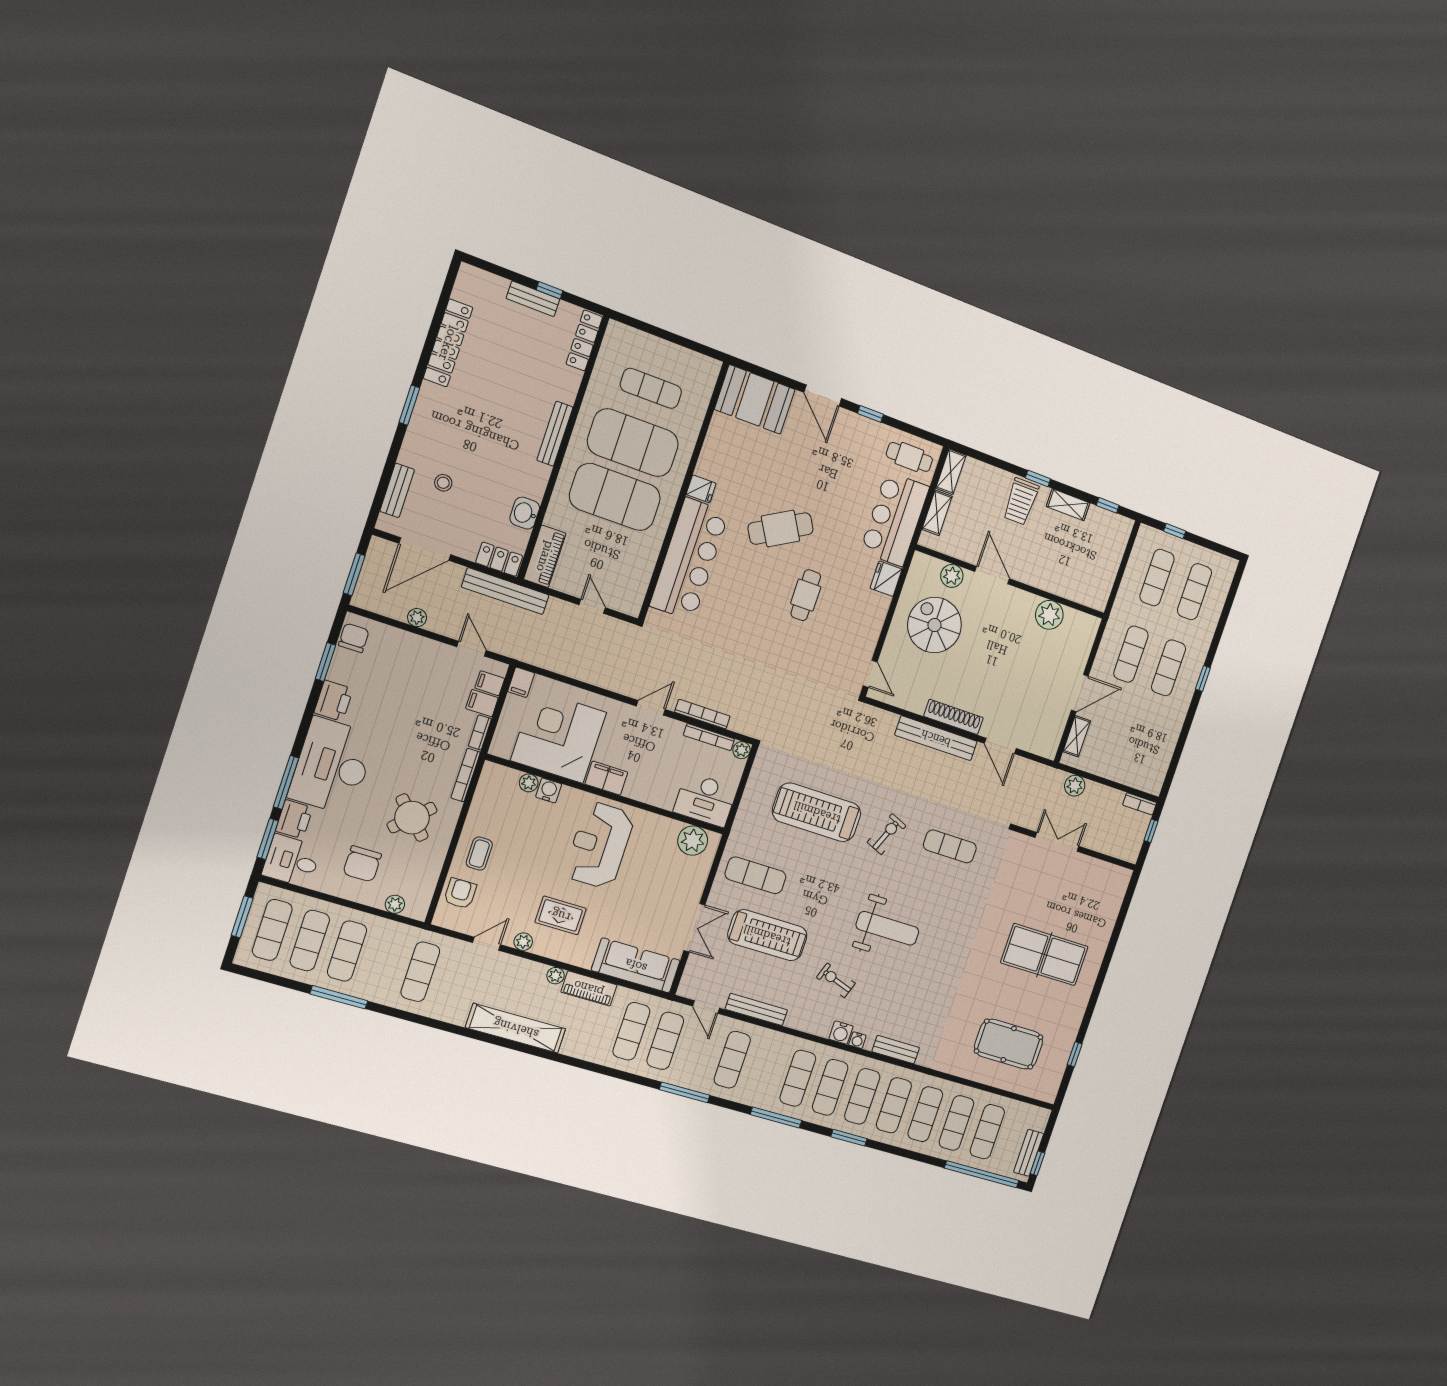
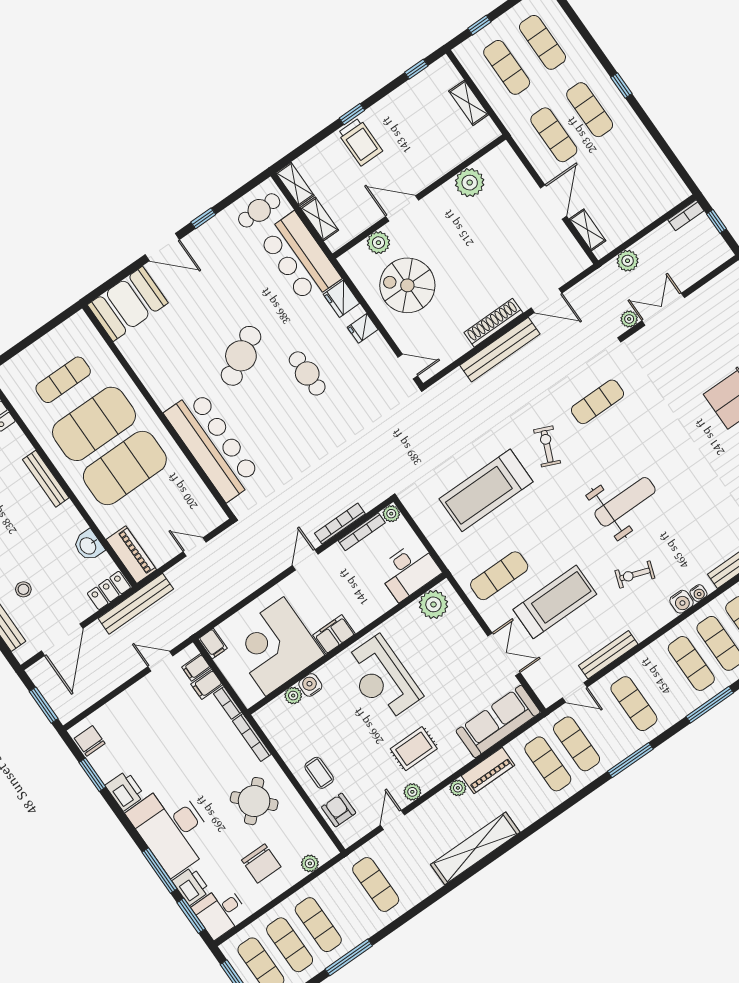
fridge: (701, 489) -> (363, 328), moved, turned 180
shelving: (1068, 505) -> (469, 103), moved, turned 90
plant: (417, 618) -> (629, 319), moved

